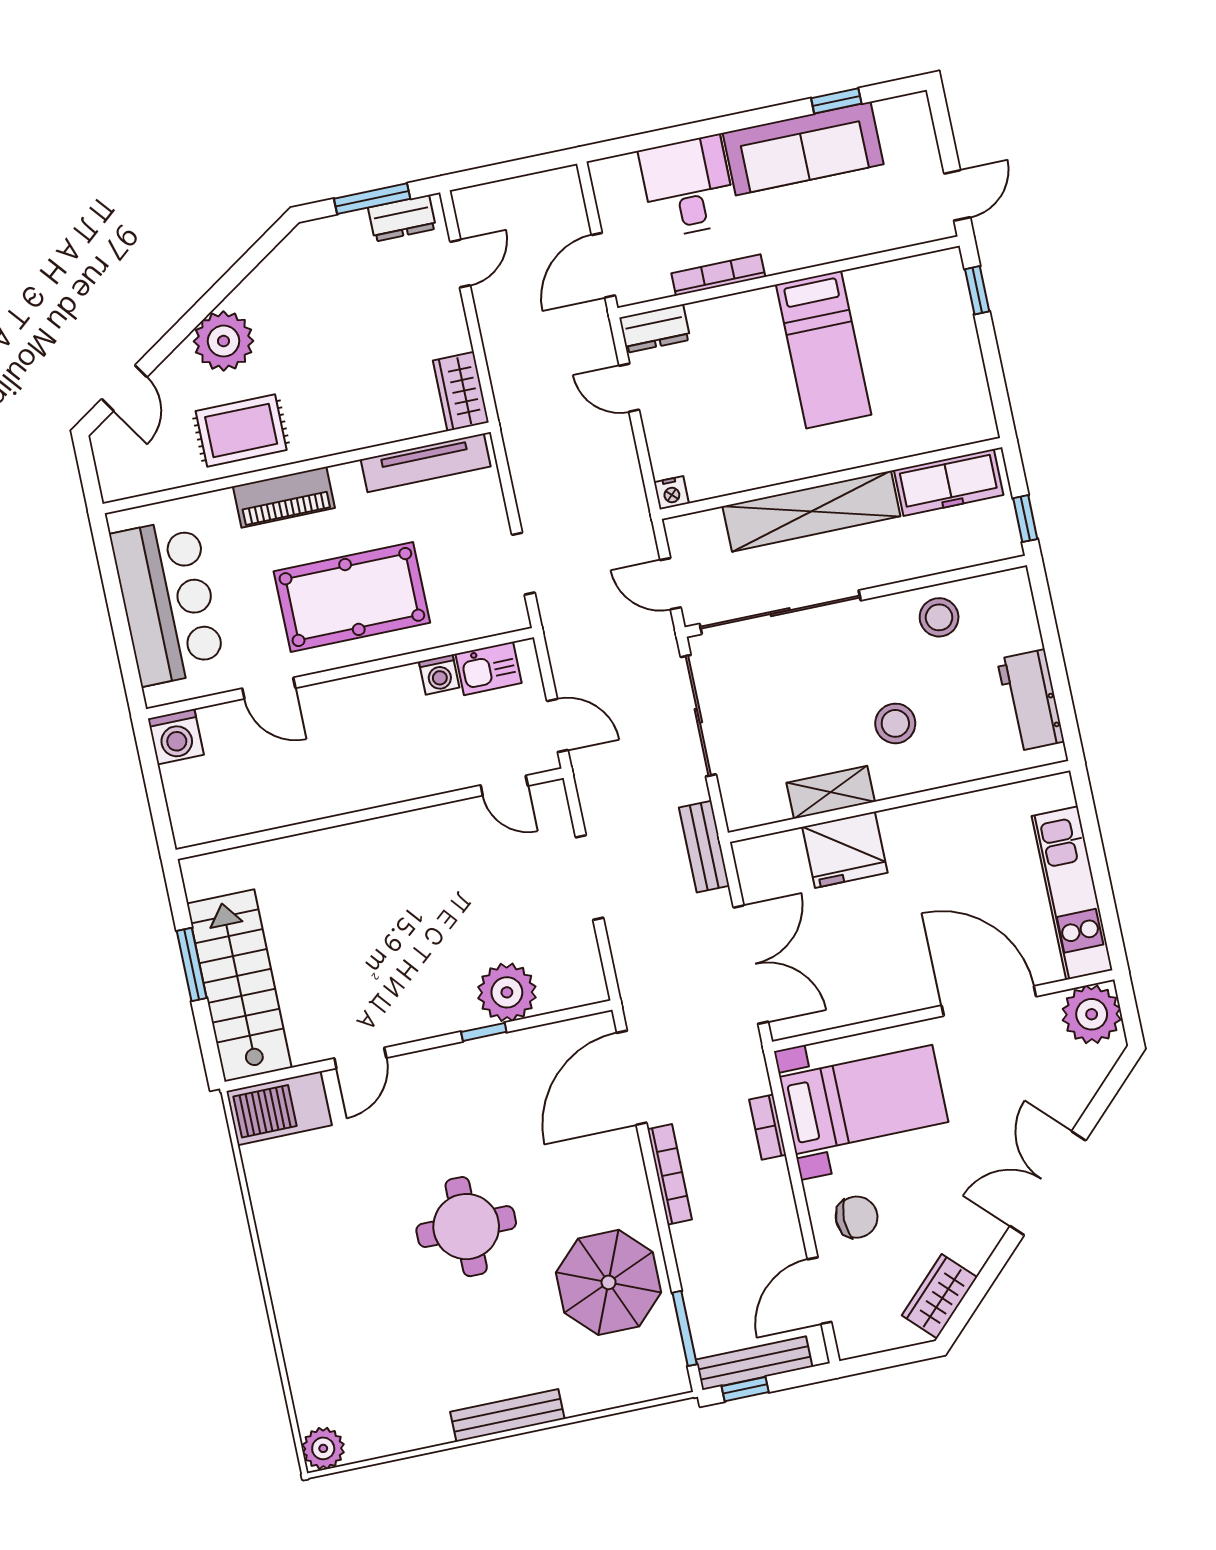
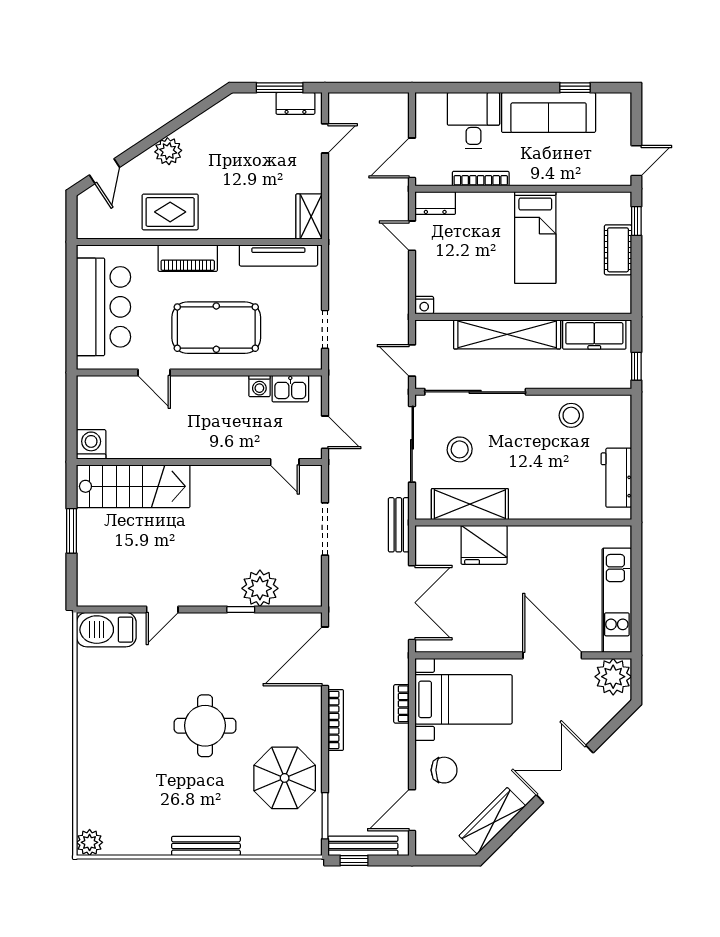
plant: (224, 341) -> (168, 151), width x0.73, depth x0.73
cot: (958, 342) -> (618, 250), added
stool: (895, 723) -> (460, 449), moved
washing machine: (176, 737) -> (91, 444), moved, turned 180
shelving: (831, 792) -> (470, 504), width x1.50, depth x1.33
stairs: (239, 986) -> (133, 486), moved, turned 90
wardrobe: (939, 1296) -> (492, 821), width x1.50

